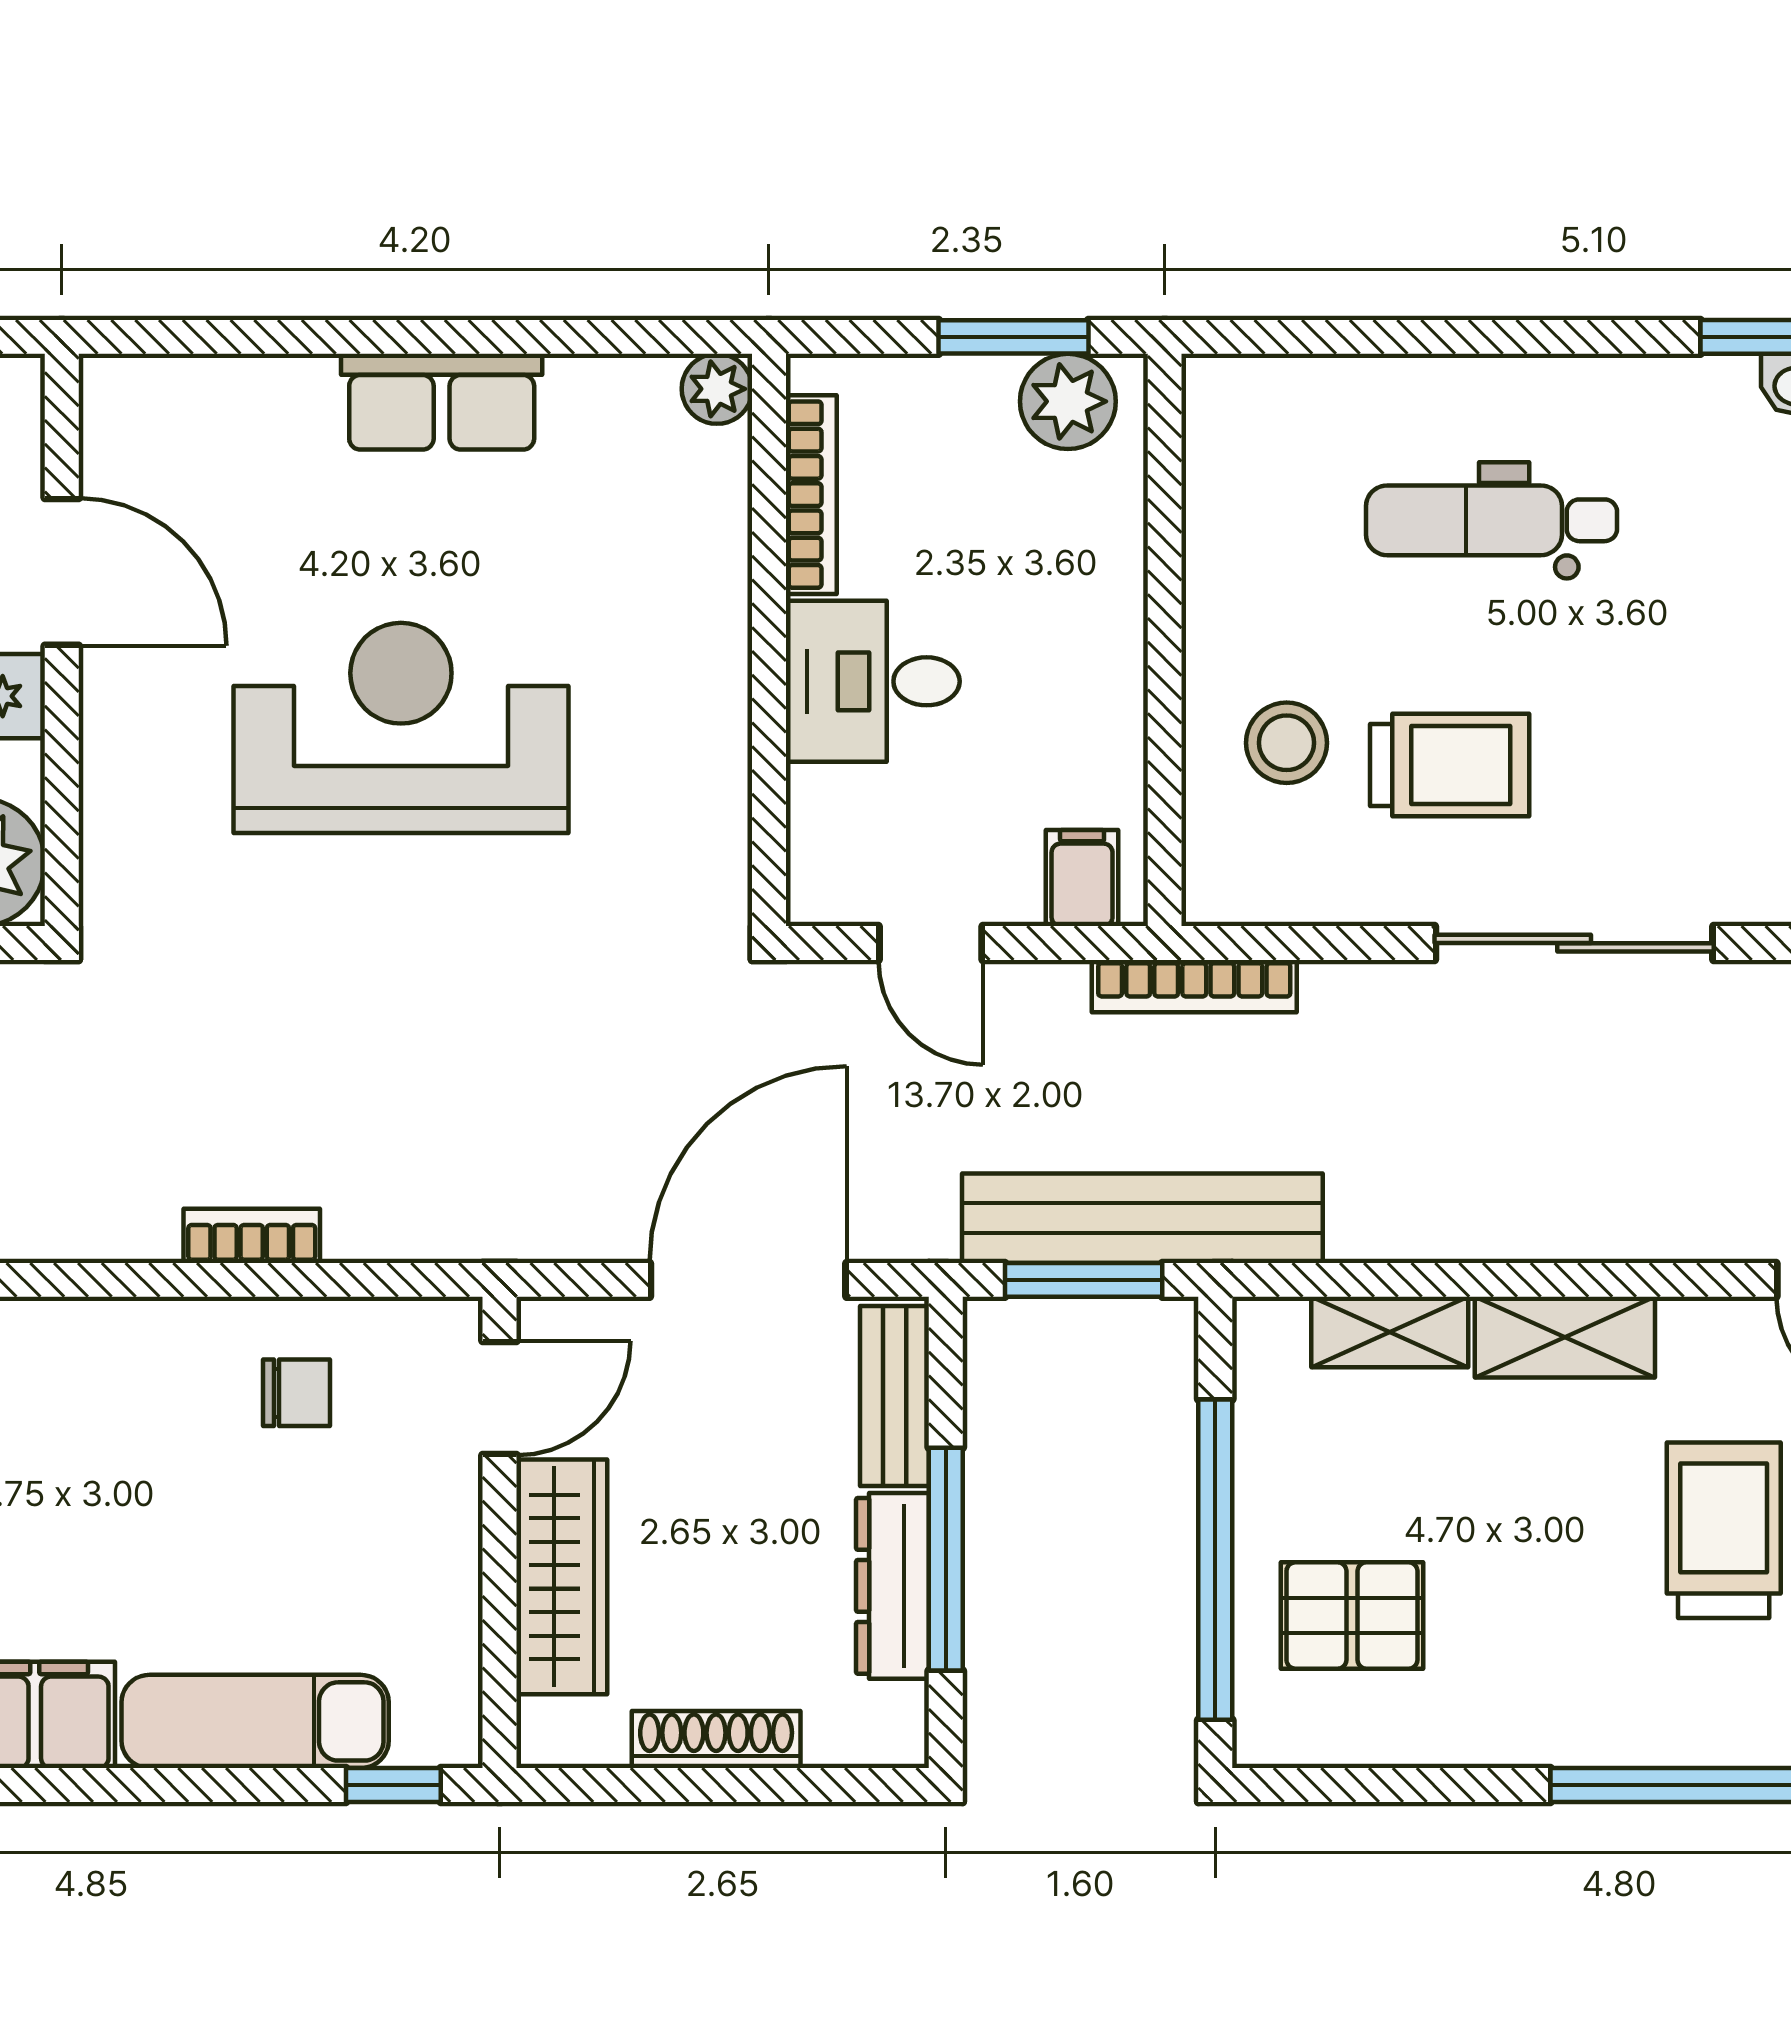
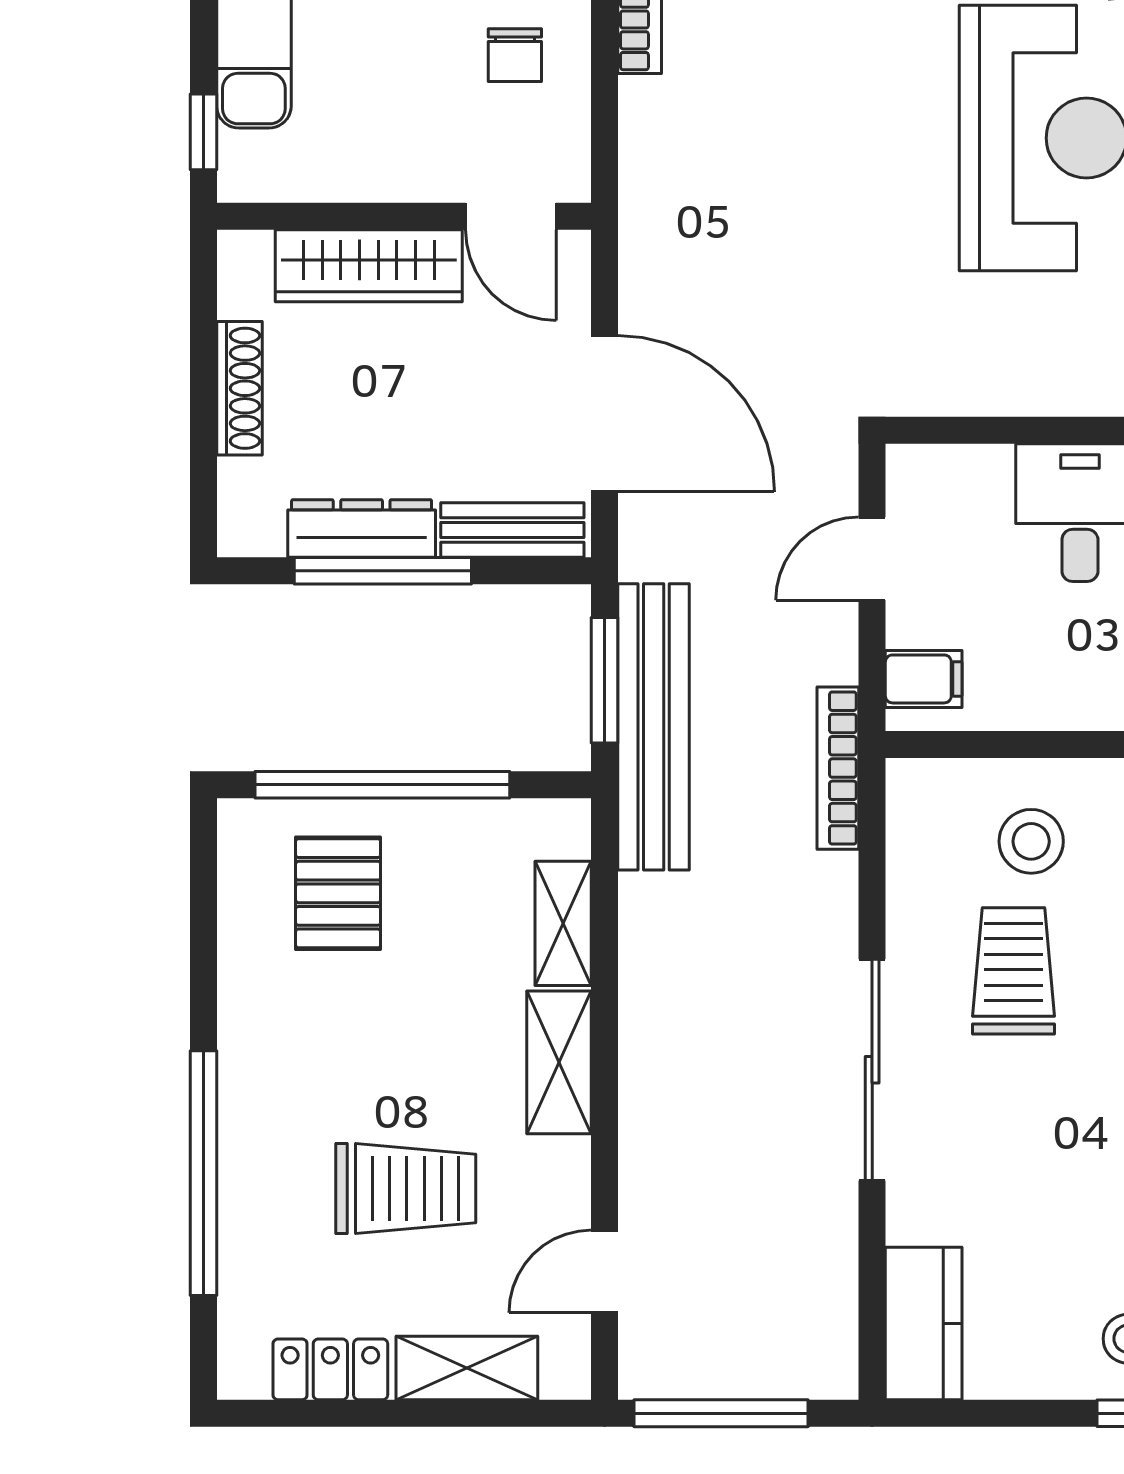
trolley: (1450, 765) -> (1014, 971), turned 180

